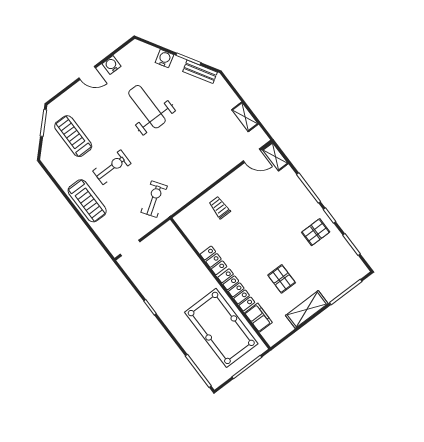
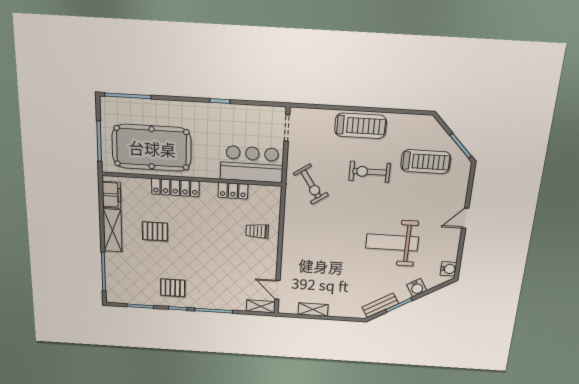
water cooler: (112, 65) -> (449, 269), moved
weight bench: (147, 107) -> (392, 242), turned 180
door: (252, 156) -> (277, 290), hinge flipped
exercise bike: (112, 167) -> (370, 172), turned 90
treadmill: (87, 201) -> (361, 126), turned 180
trolley: (220, 208) -> (257, 231), turned 180
pallet: (316, 232) -> (173, 288), turned 90
bar counter: (175, 251) -> (252, 164), added
locker: (214, 260) -> (233, 191), moved
filing cabinet: (258, 318) -> (111, 195), moved, turned -90

